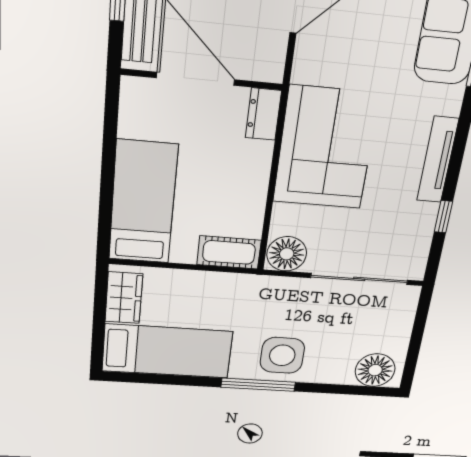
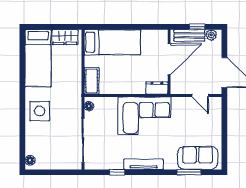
floor lamp: (287, 254) -> (89, 106), width x0.53, depth x0.53
floor lamp: (375, 370) -> (30, 160), width x0.53, depth x0.53
window: (258, 385) -> (22, 102), removed

